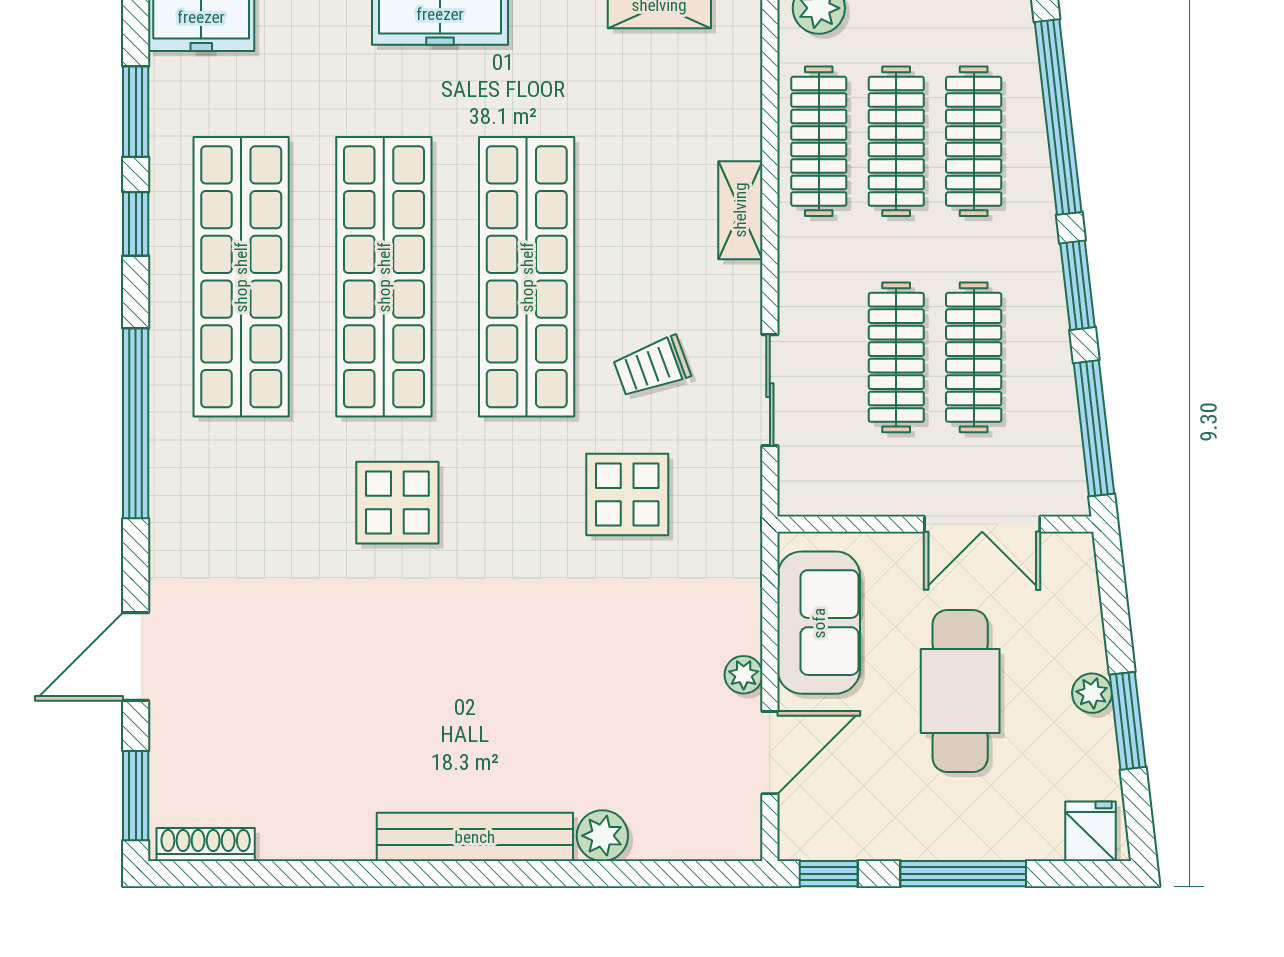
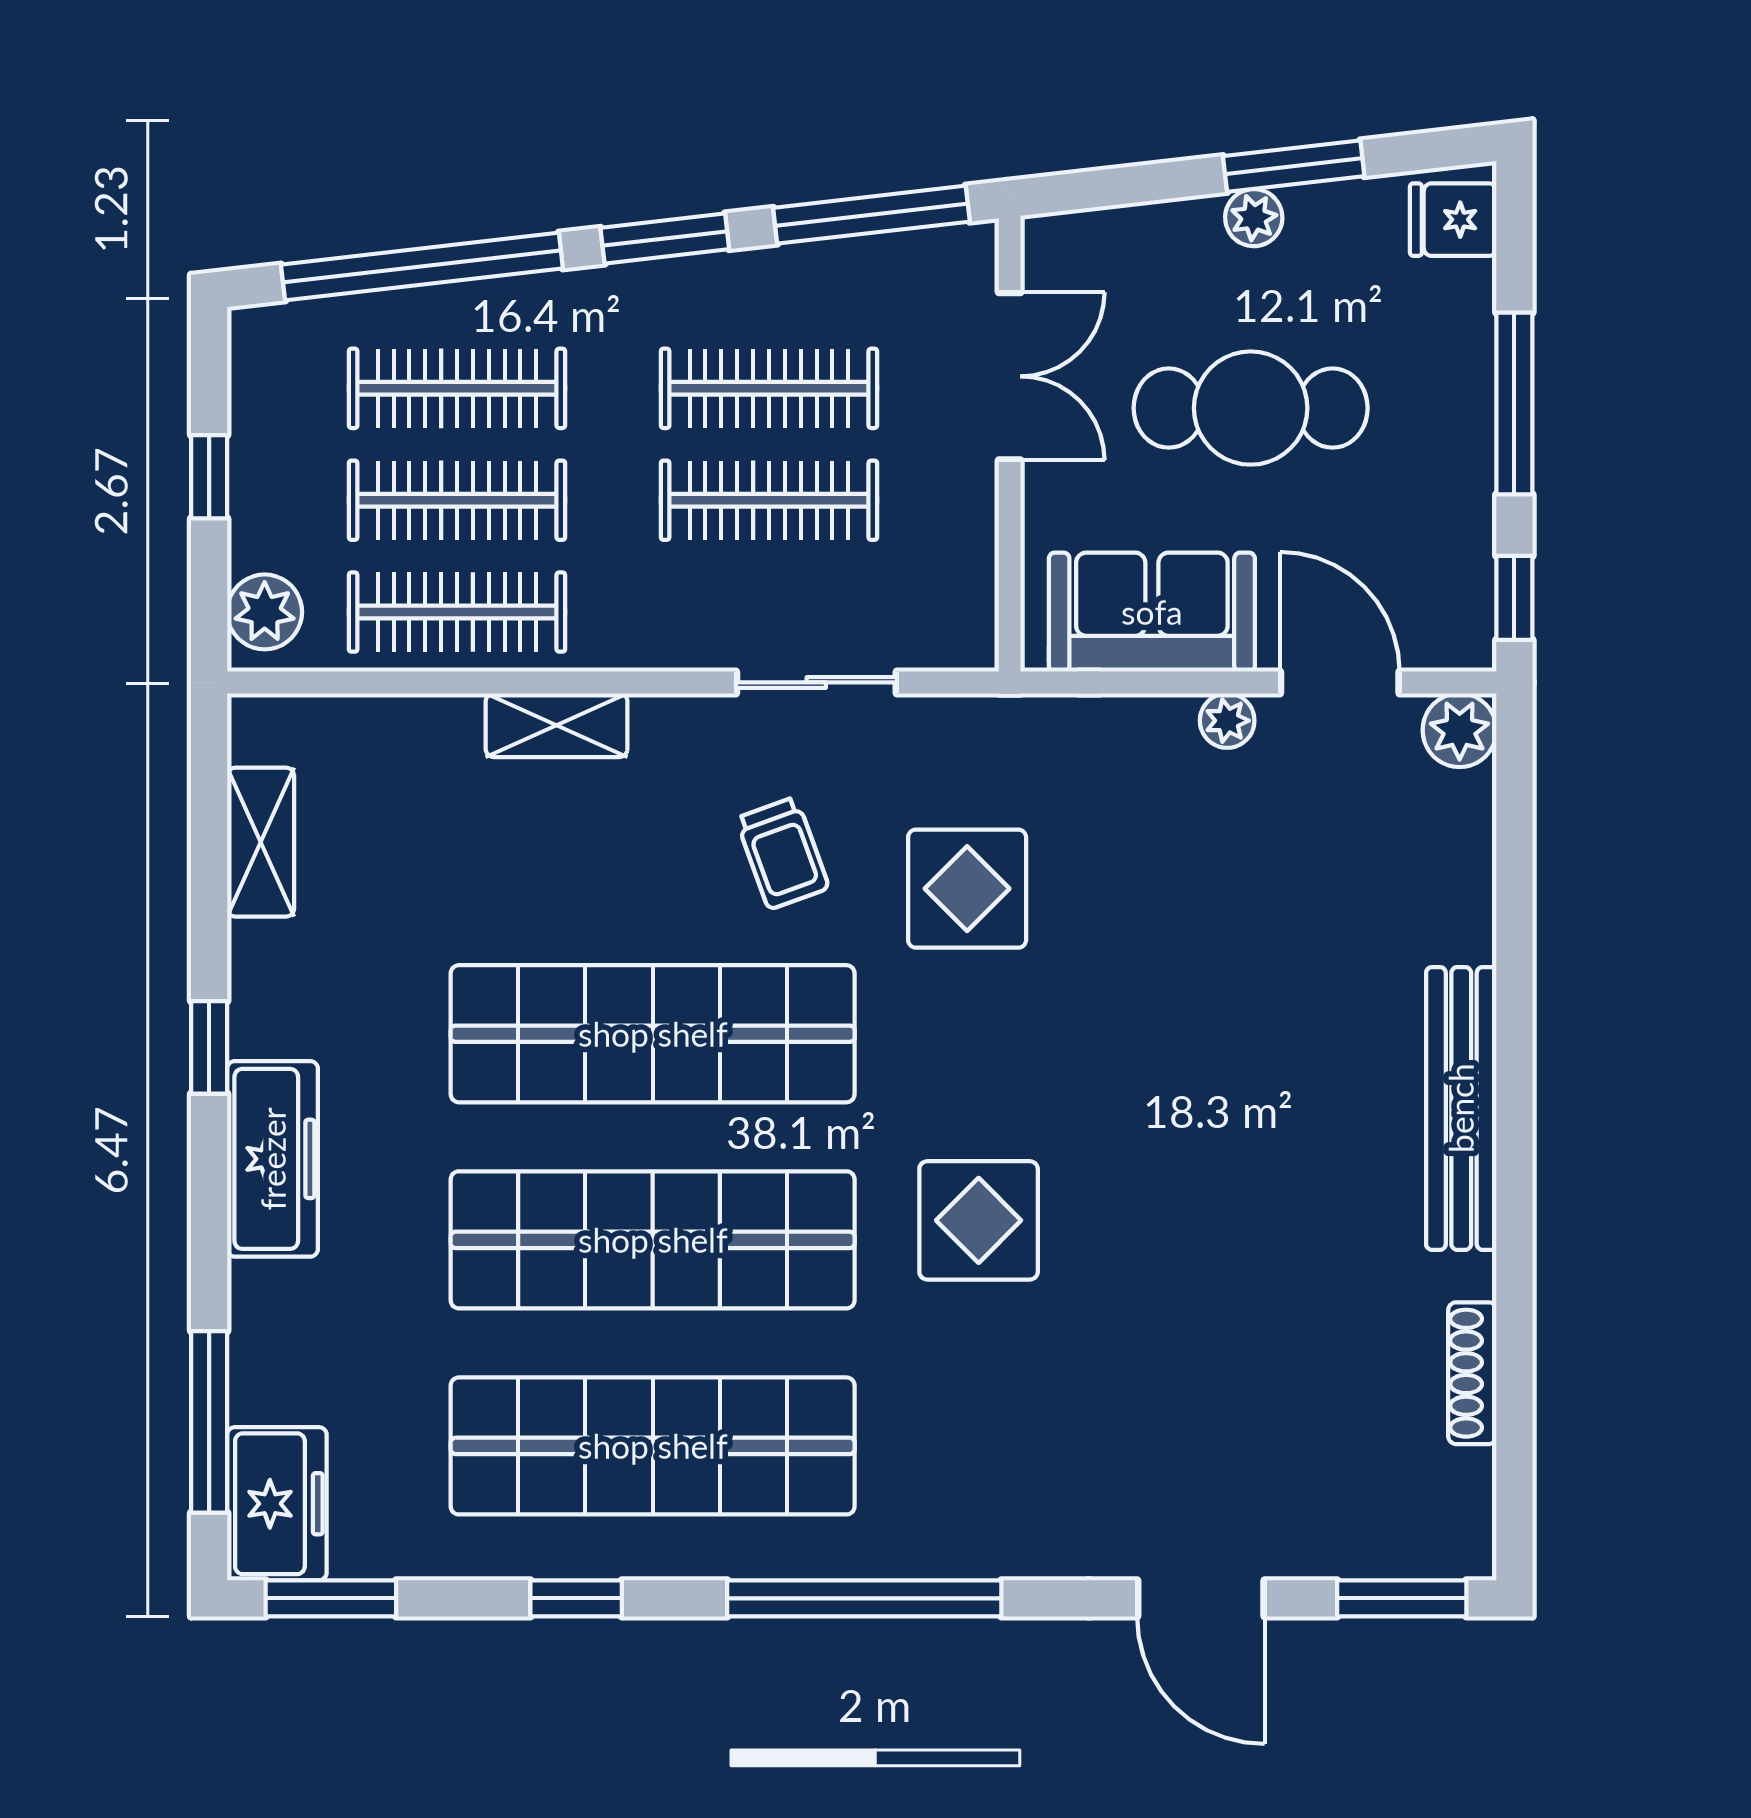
window: (136, 112) -> (331, 1598), moved
plant: (602, 836) -> (1460, 730), moved
shoe rack: (206, 845) -> (1472, 1373), moved

